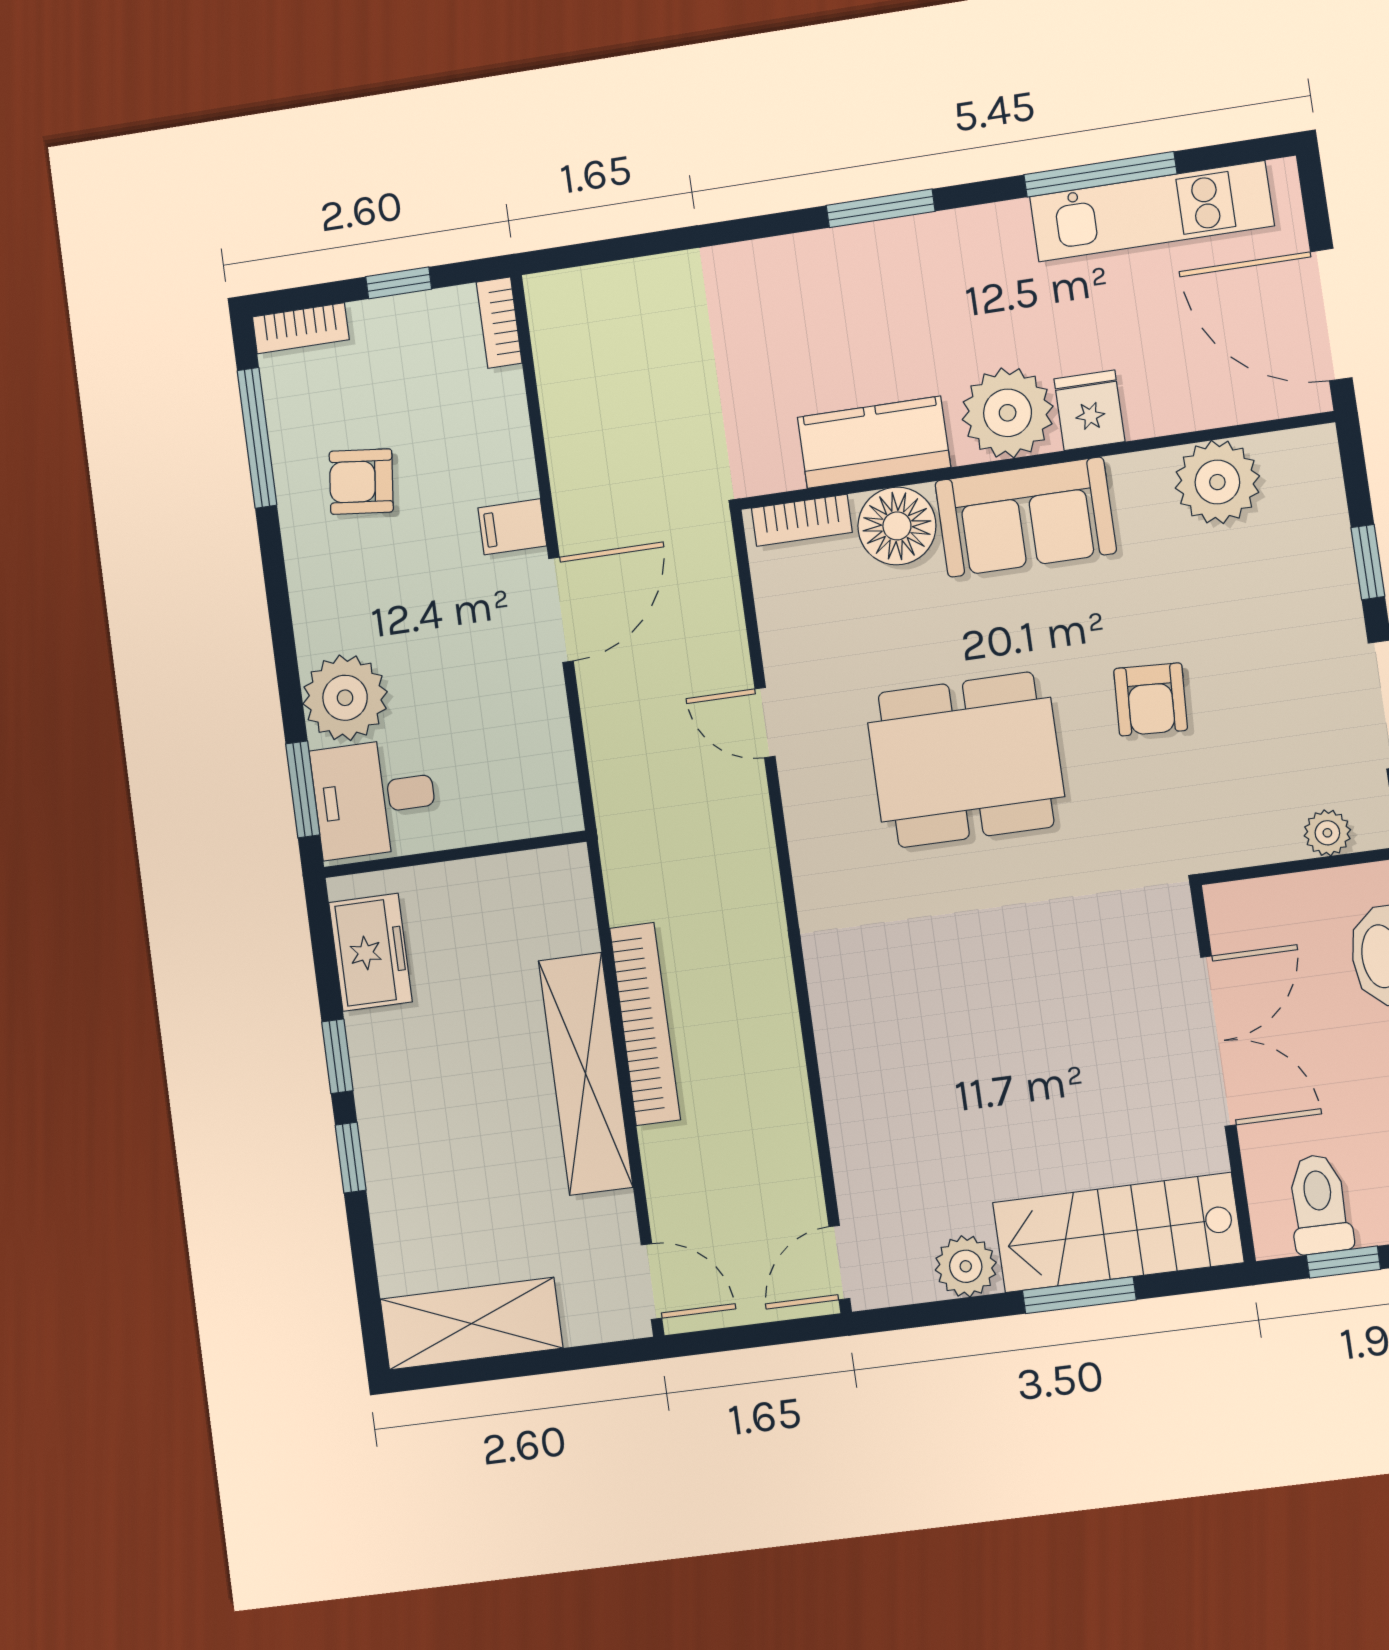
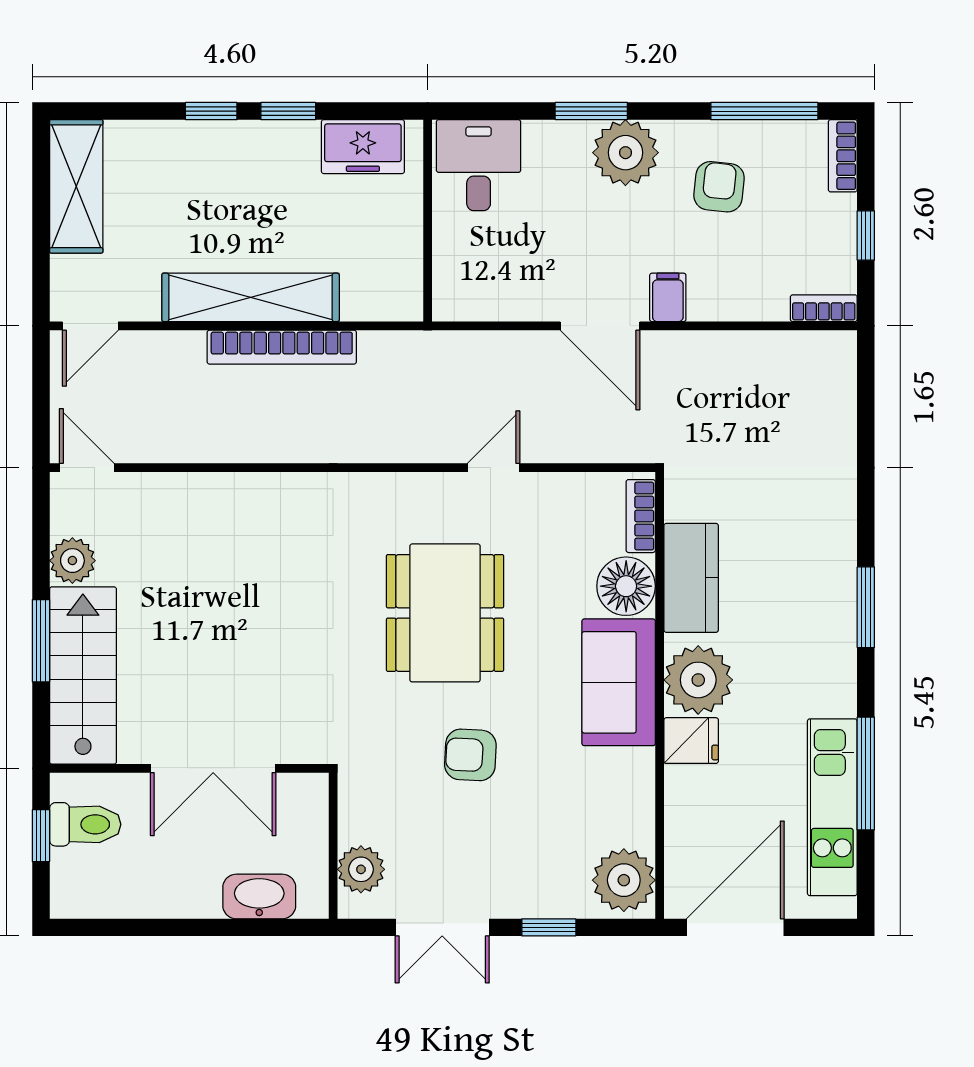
plant: (1217, 482) -> (624, 880), moved
plant: (345, 698) -> (625, 153), moved
window: (303, 789) -> (591, 111), moved
plant: (1327, 833) -> (361, 869), width x1.38, depth x1.38

